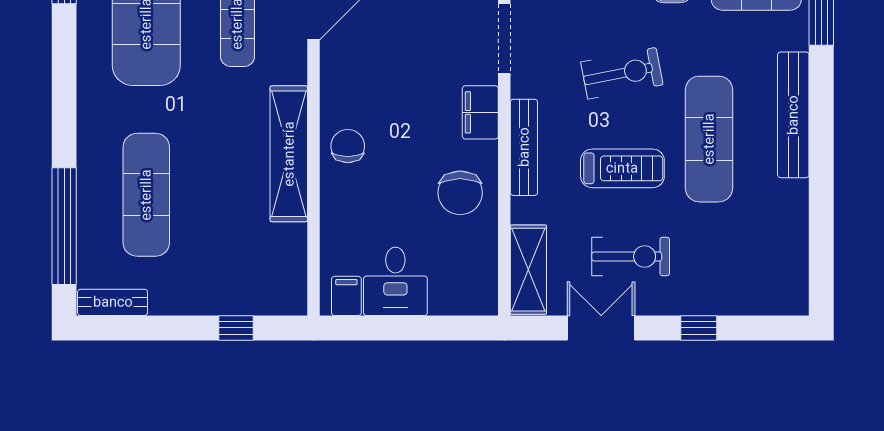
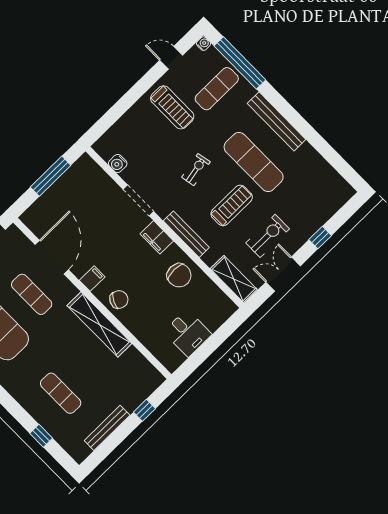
exercise bike: (622, 73) -> (196, 170), width x0.73, depth x0.72
chair: (348, 146) -> (119, 300), turned 117
exercise mat: (146, 195) -> (61, 393), width x0.73, depth x0.69
window: (64, 226) -> (41, 436), width x0.32
filing cabinet: (346, 296) -> (92, 279), moved, turned 90
bench: (113, 302) -> (107, 428), moved, width x1.36

